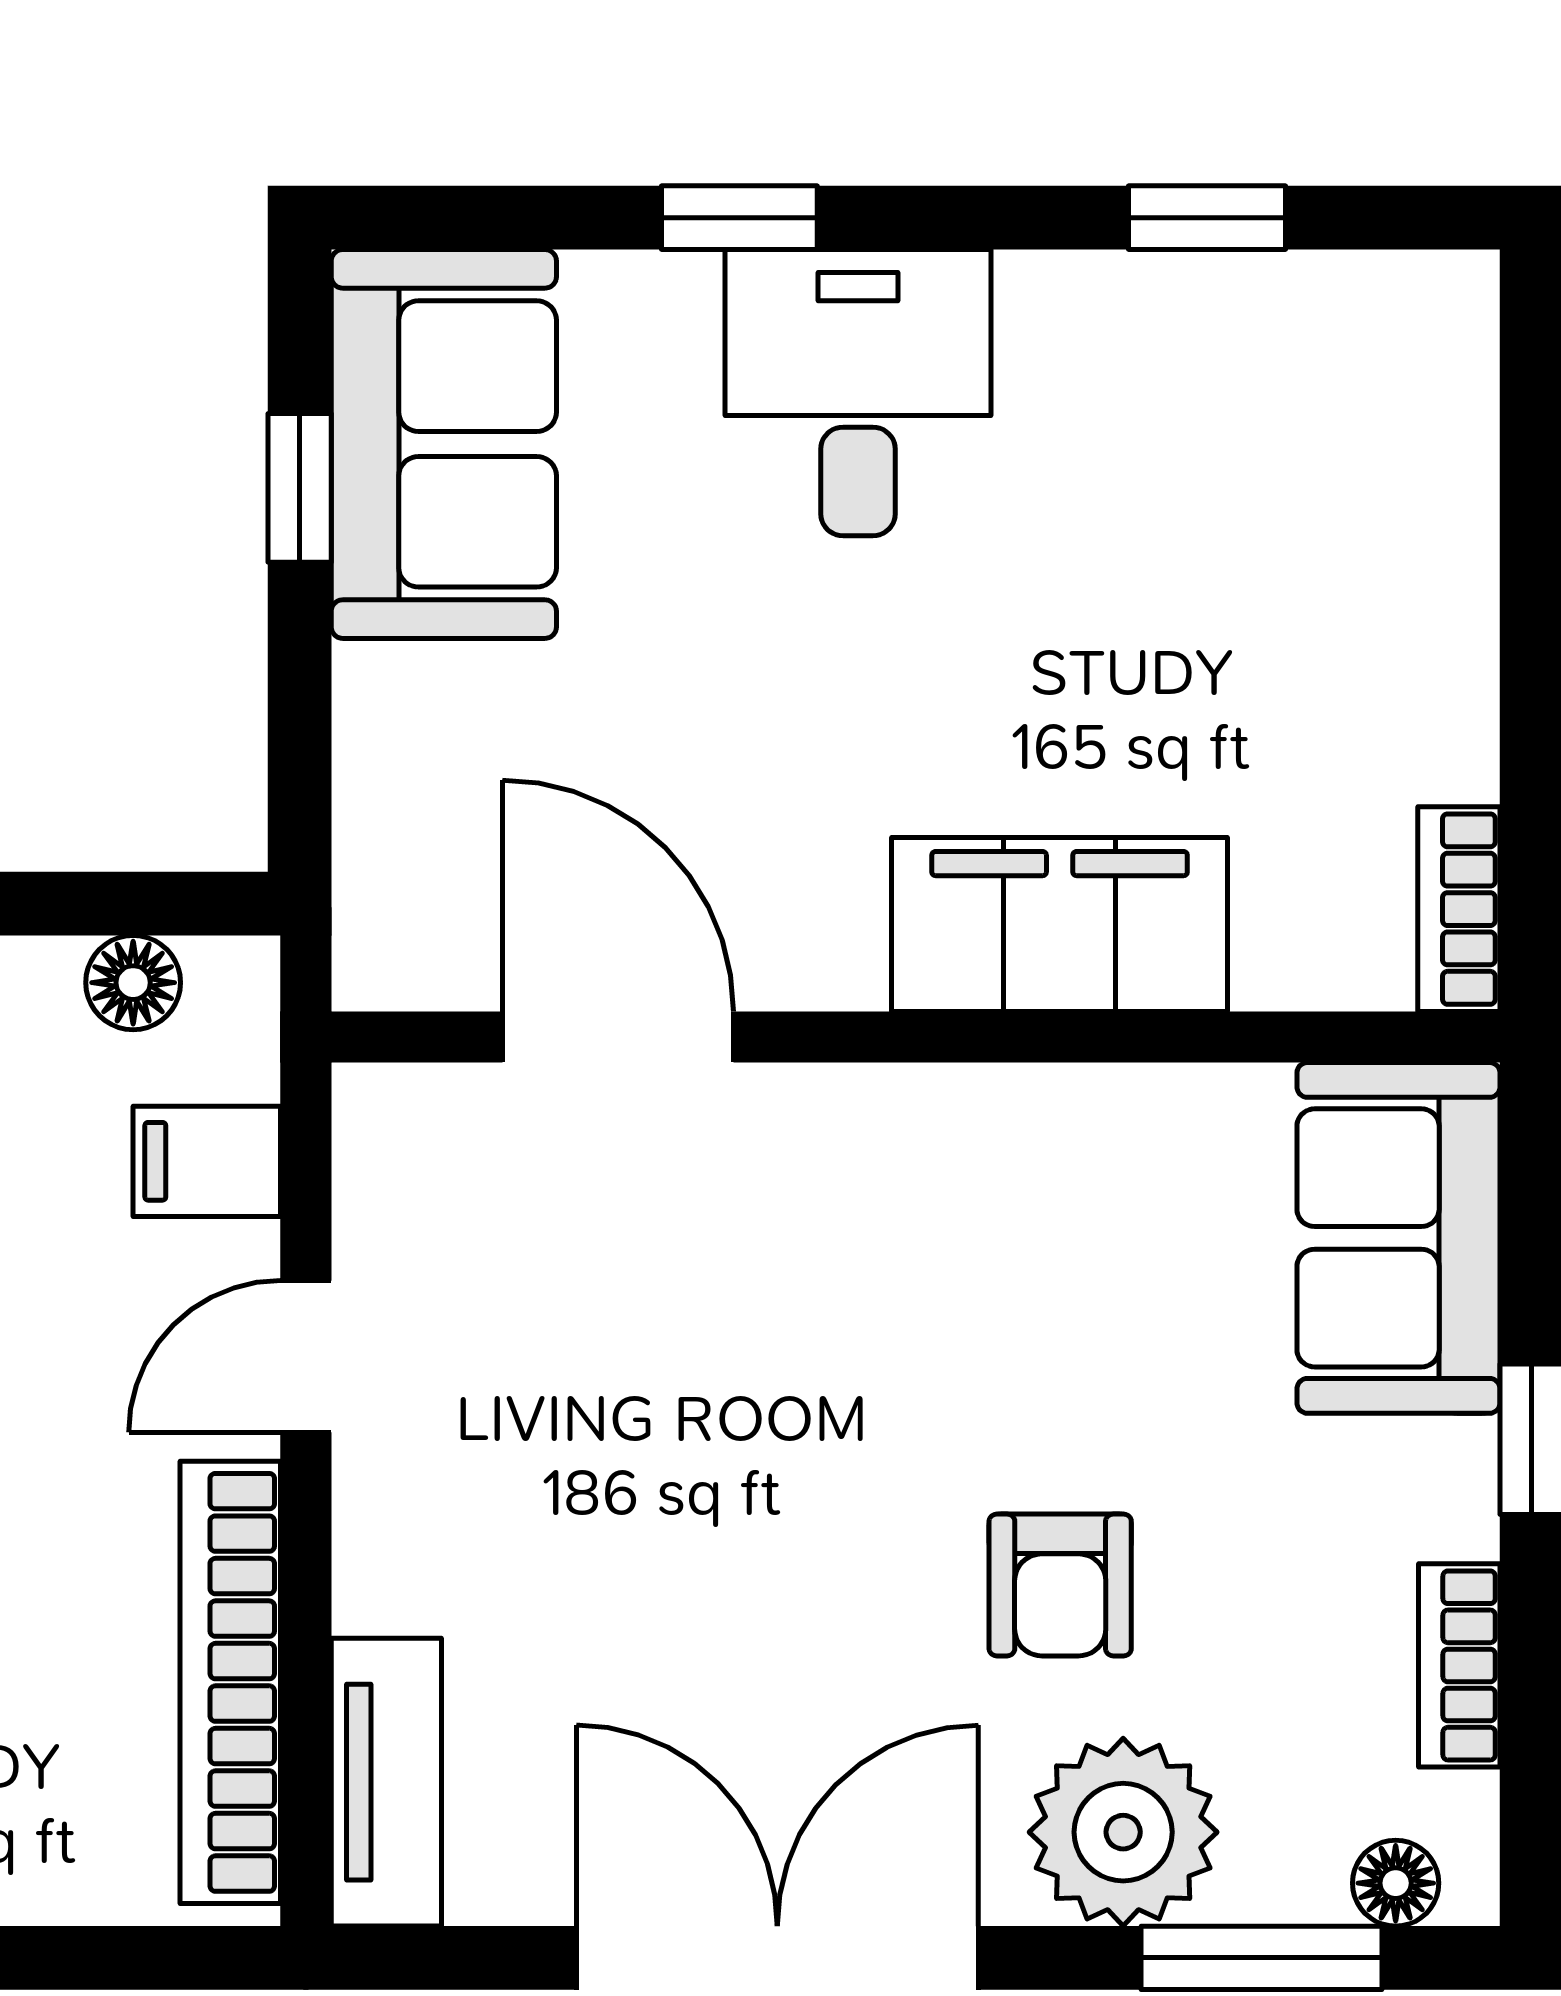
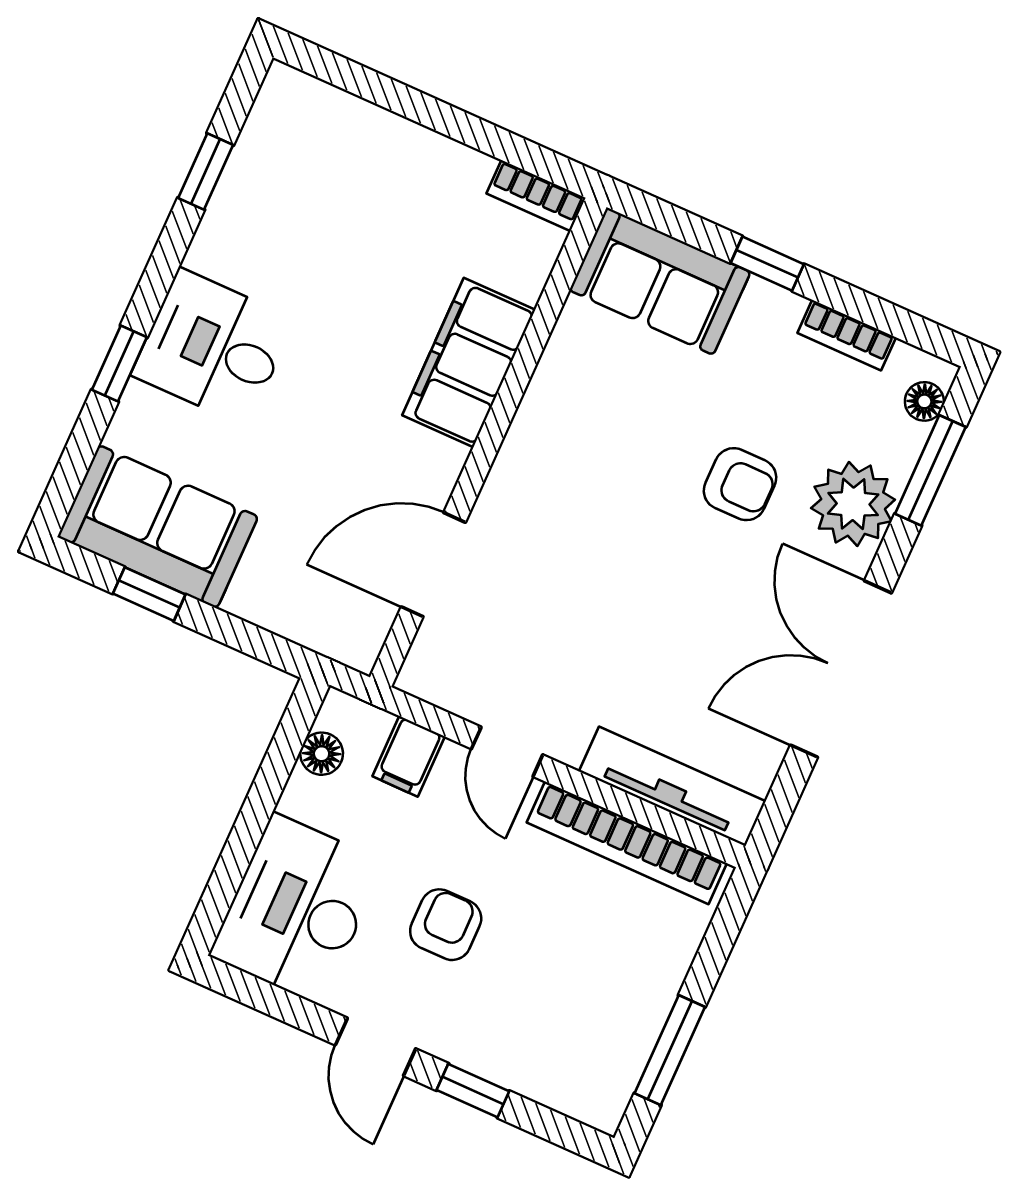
tv unit: (386, 1782) -> (672, 786), width x1.41

